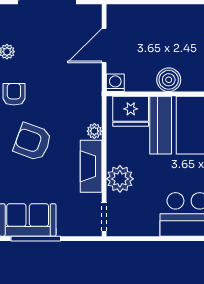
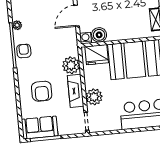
boiler: (169, 80) -> (99, 35), moved
plant: (94, 131) -> (71, 65), width x1.88, depth x1.88
armchair: (33, 142) -> (42, 91), moved, turned -110

